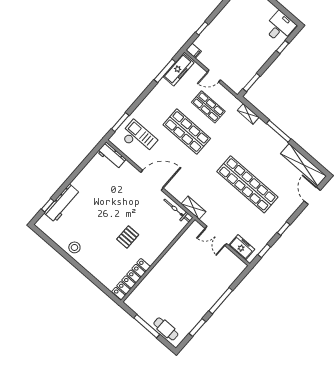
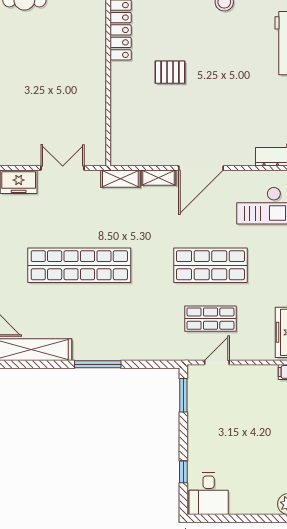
door: (214, 76) -> (217, 362), moved
shelving: (248, 114) -> (159, 178), moved
bicycle: (177, 211) -> (138, 157), removed
pallet: (128, 237) -> (170, 72), turned 90

